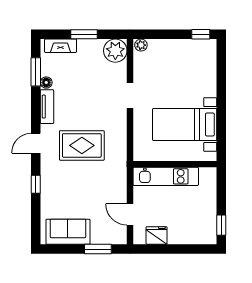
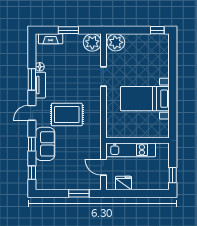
plant: (141, 45) -> (116, 42), width x1.87, depth x1.87
window: (36, 72) -> (32, 79), moved
wall: (175, 164) -> (138, 140), moved
kitchen unit: (166, 176) -> (131, 150), moved
window: (36, 222) -> (32, 173), added
sofa: (68, 232) -> (45, 144), moved, turned 90

